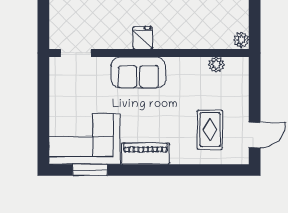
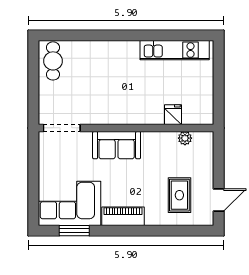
fridge: (143, 38) -> (173, 115), moved
plant: (241, 40) -> (207, 117), removed
doorway: (76, 53) -> (62, 128), width x1.38

